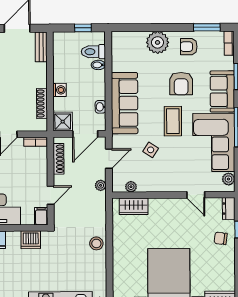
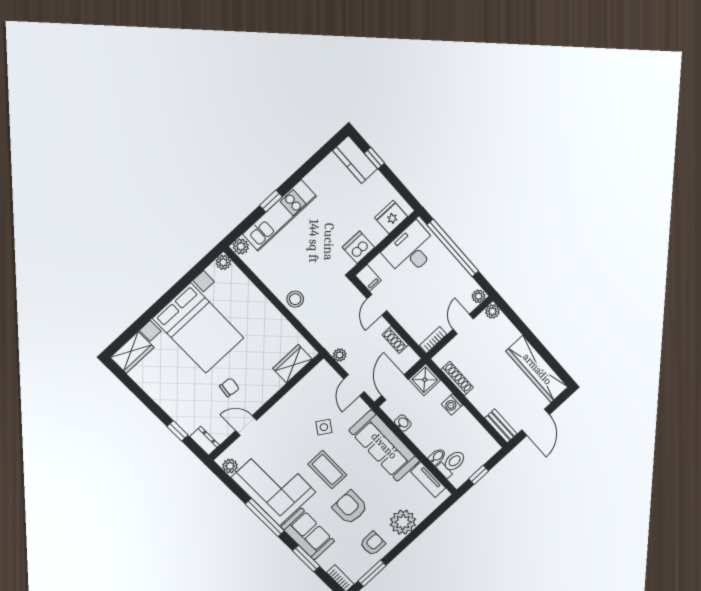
tv unit: (117, 55) -> (428, 480), added
shoe rack: (59, 159) -> (395, 340), width x0.70
plant: (131, 187) -> (311, 379), removed
chair: (221, 238) -> (229, 387), moved

